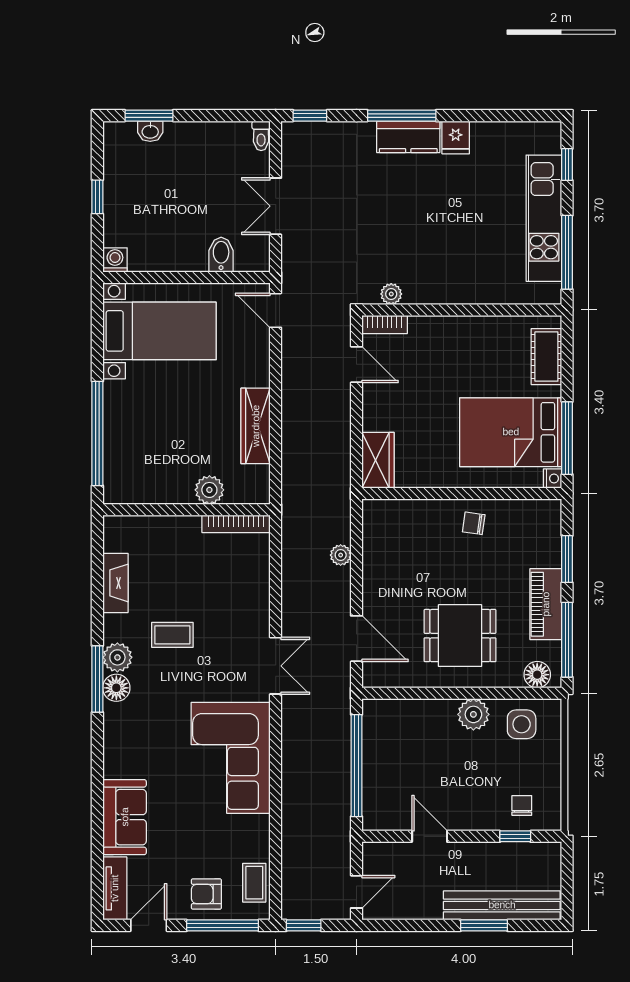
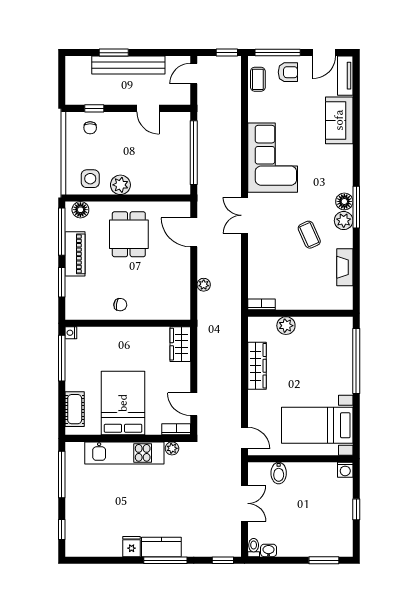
washbasin: (150, 131) -> (269, 550), moved
kitchen unit: (544, 218) -> (124, 453), moved, turned 90
bed: (511, 432) -> (123, 403), moved, turned -90
bookcase: (236, 524) -> (262, 304), width x0.64
coffee table: (172, 635) -> (309, 235), turned 66
dining table: (460, 636) -> (129, 234), turned 90
bench: (502, 905) -> (128, 65), moved

